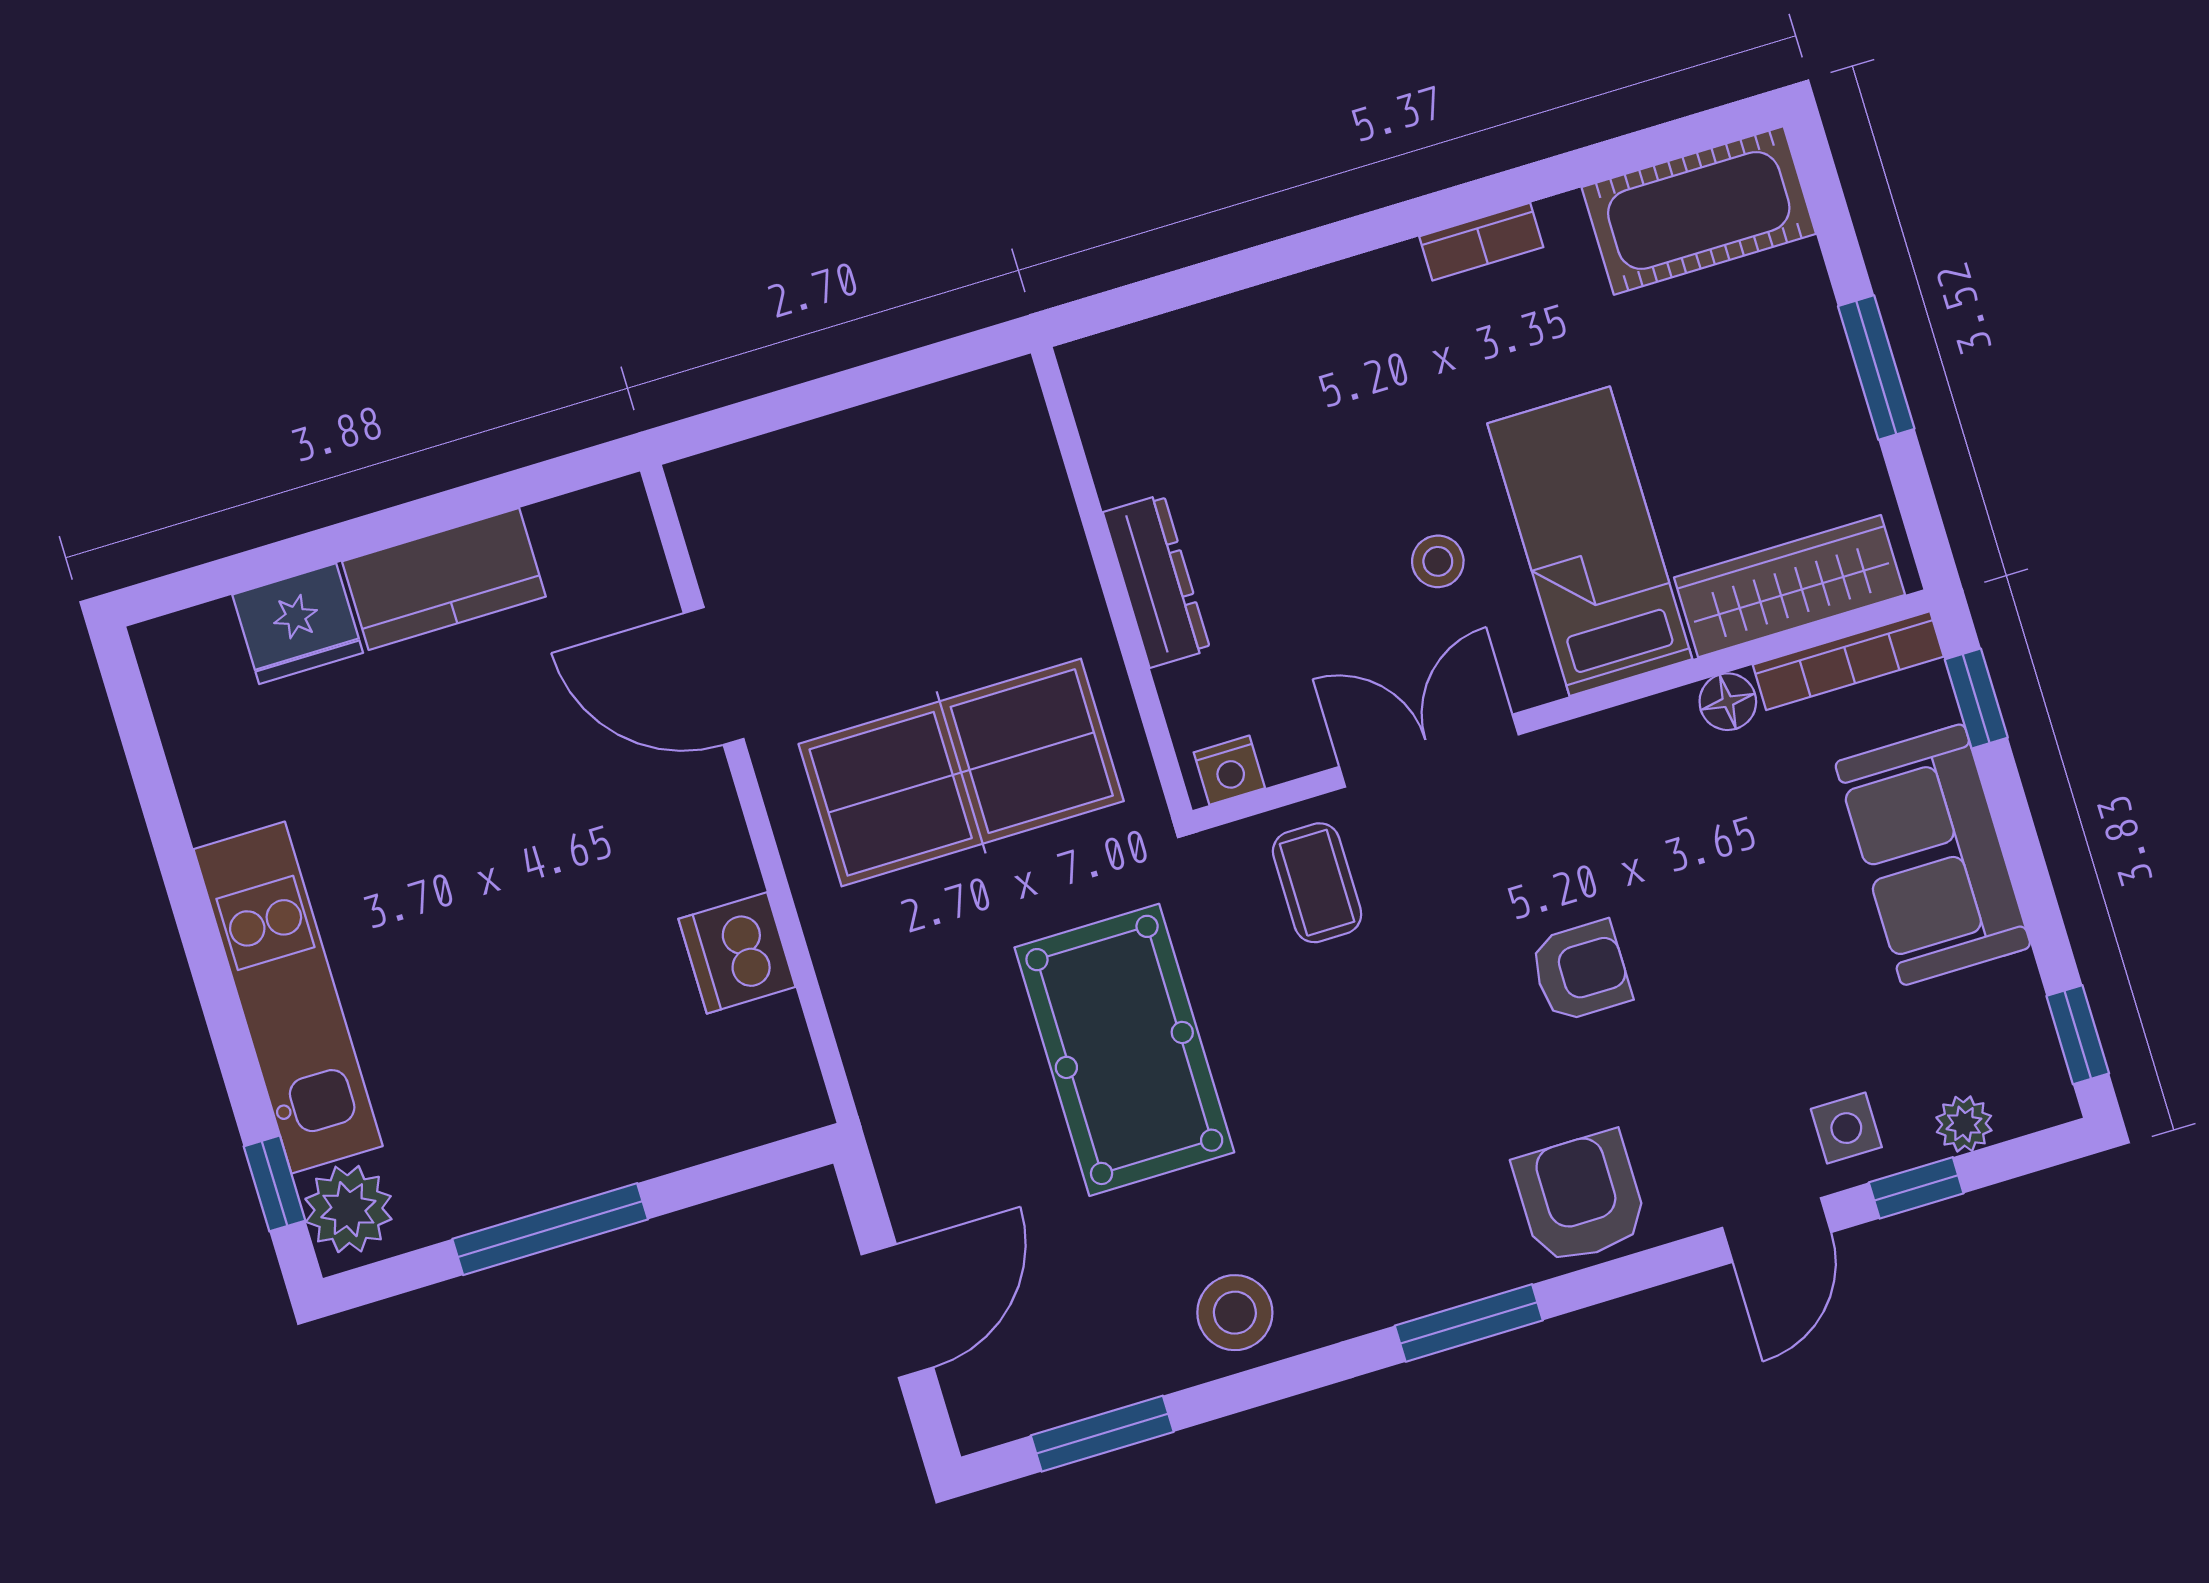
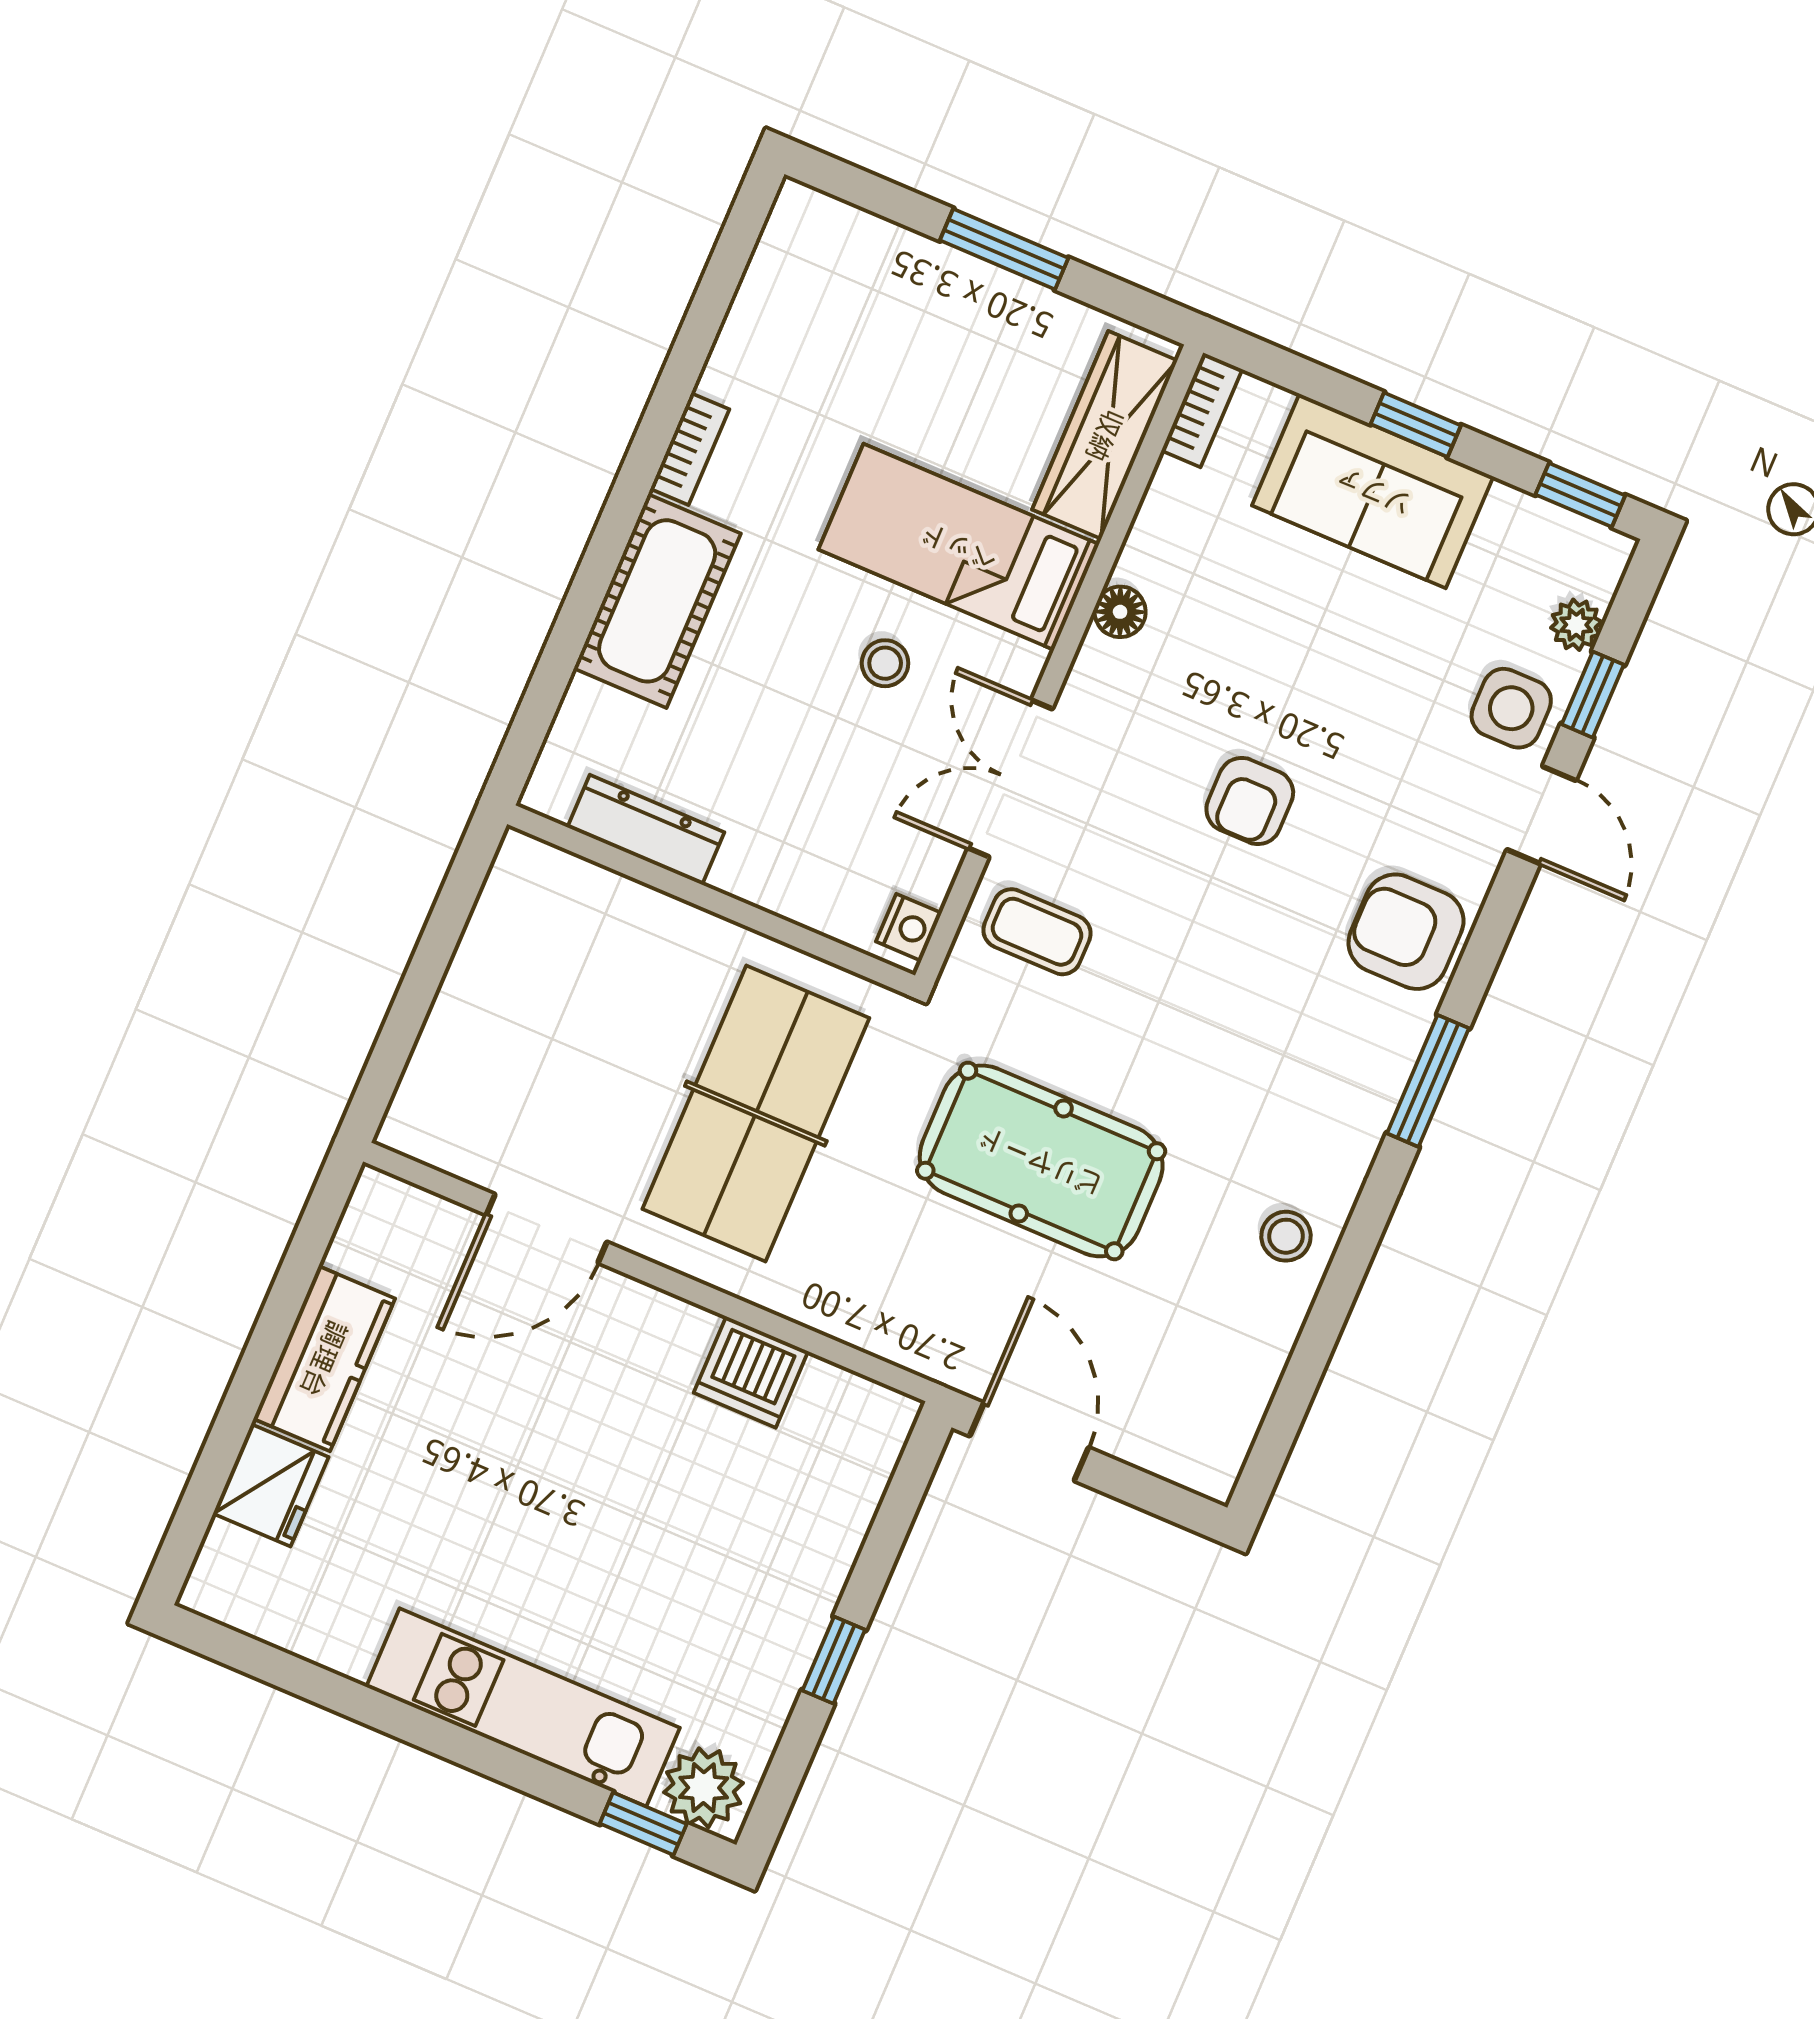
cot: (1699, 211) -> (657, 601), moved
dresser: (1157, 581) -> (646, 830), moved
bookcase: (1848, 661) -> (1202, 410), width x0.64
window: (1976, 699) -> (1416, 425), moved
floor lamp: (1728, 702) -> (1120, 612), moved
armchair: (1581, 971) -> (1250, 801), turned 180
side table: (1846, 1128) -> (1511, 708), width x1.37, depth x1.37
window: (550, 1229) -> (834, 1660), width x0.46
door: (897, 1311) -> (1029, 1442), moved
stool: (1235, 1313) -> (1286, 1236), width x0.73, depth x0.73
window: (1102, 1434) -> (1293, 1397), removed

